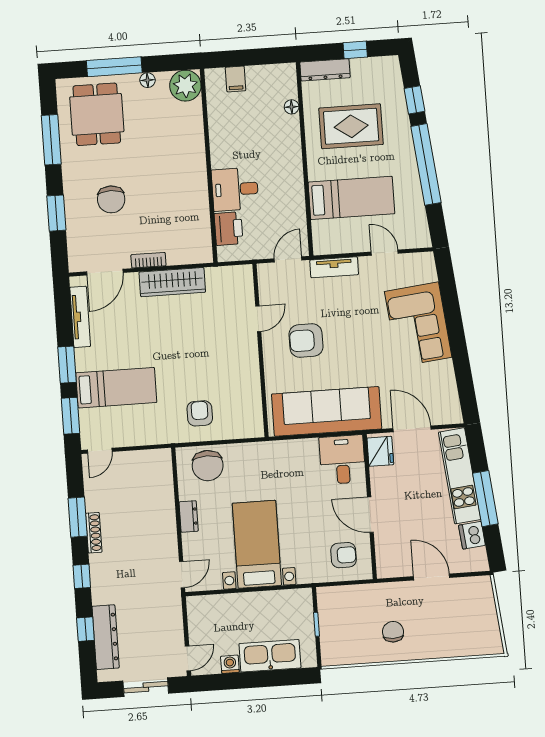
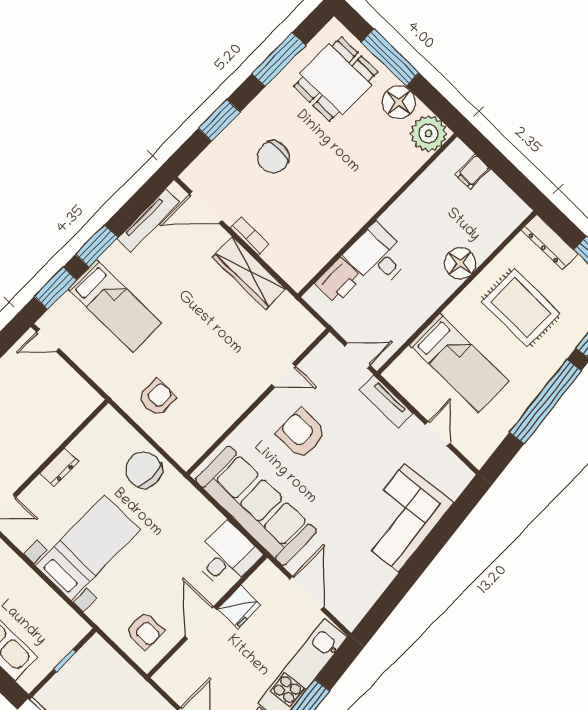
floor lamp: (148, 80) -> (399, 102), width x1.89, depth x1.89
floor lamp: (292, 107) -> (460, 263), moved, width x1.89, depth x1.89
fridge: (380, 451) -> (239, 607), moved
chair: (208, 466) -> (144, 470), moved, turned 90

